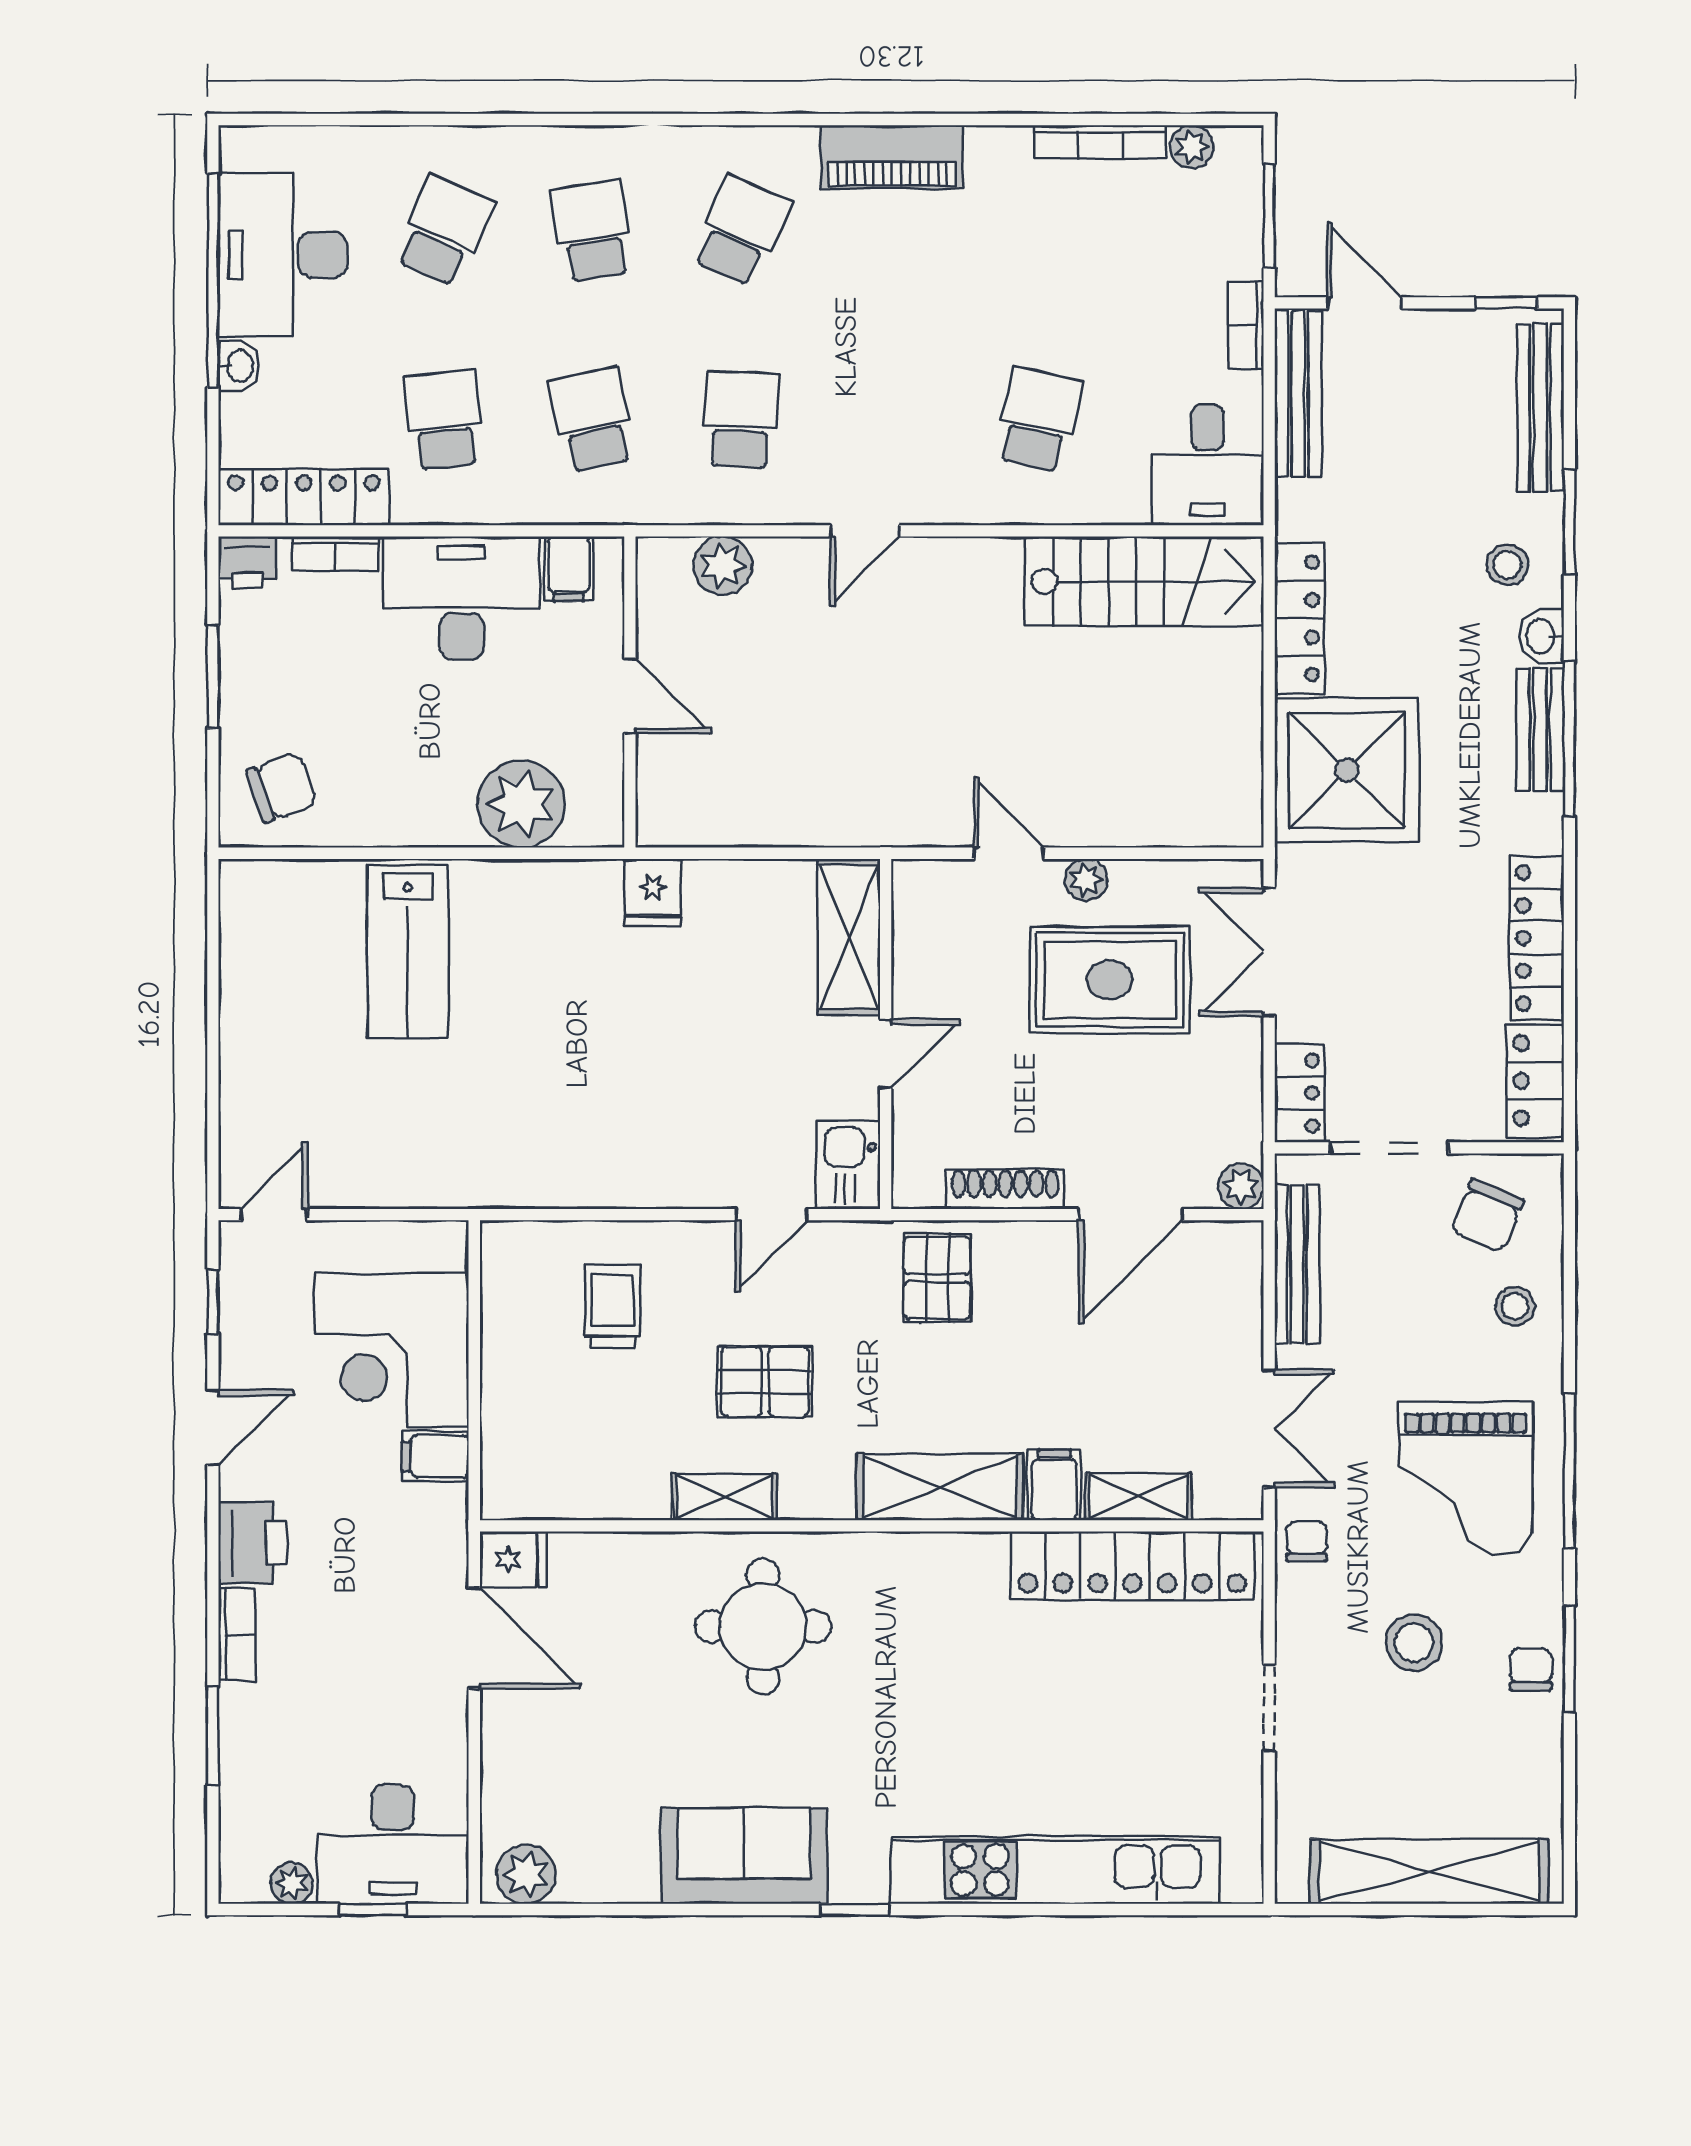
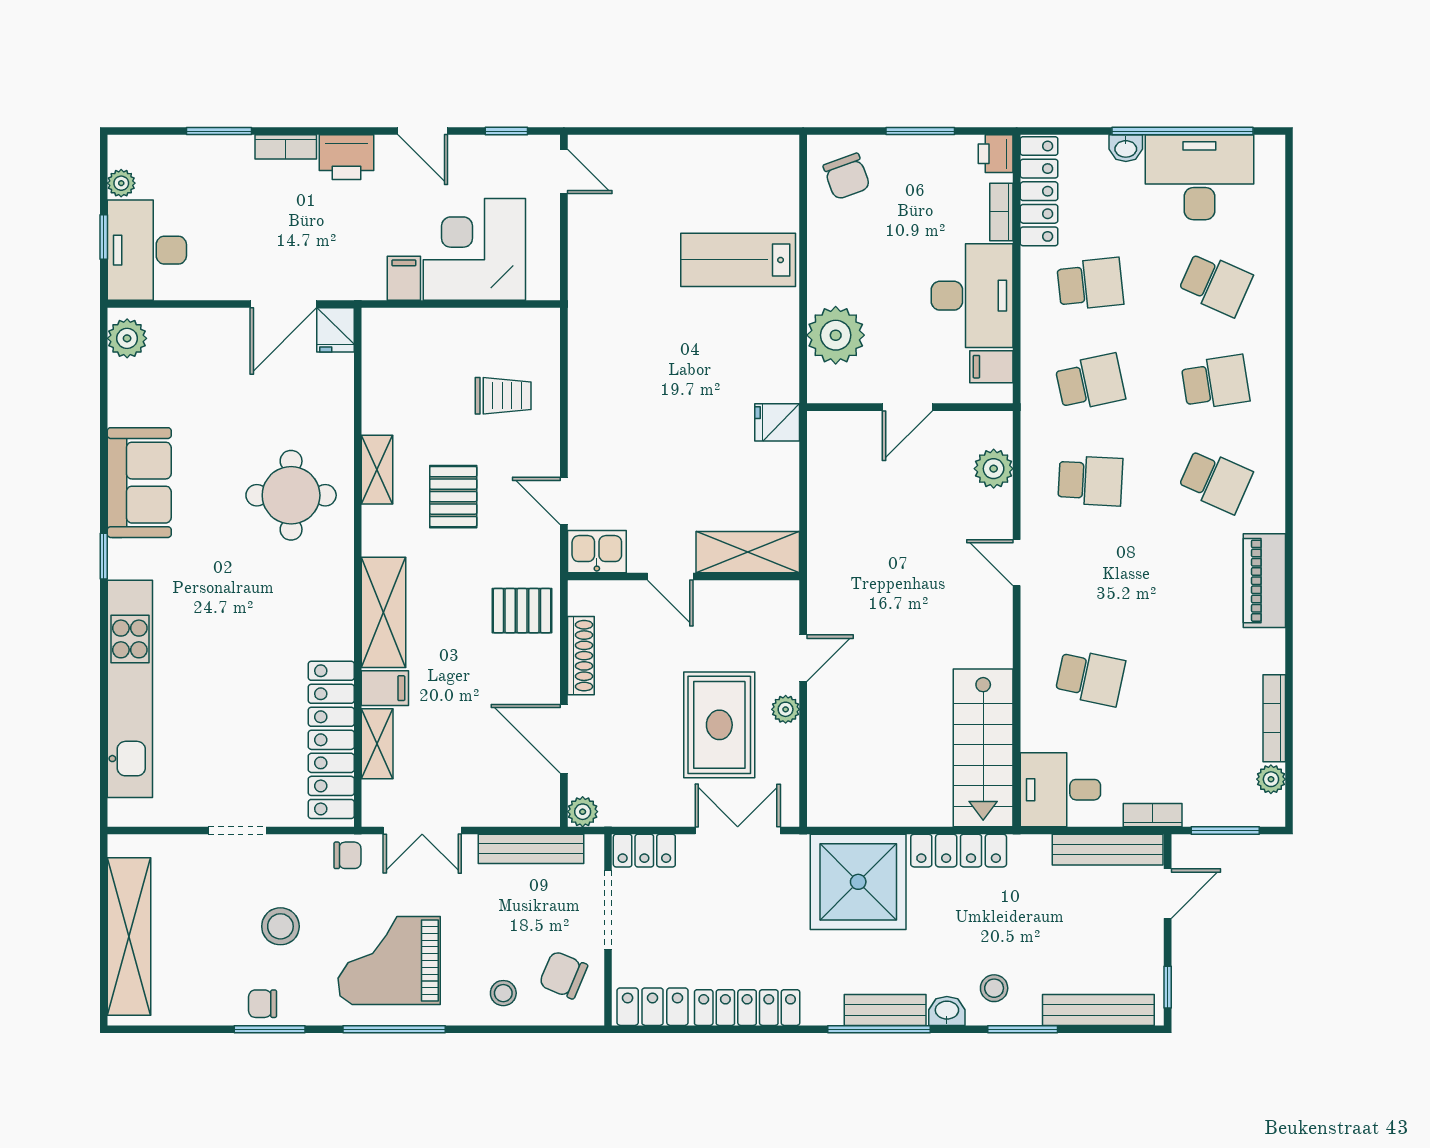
chair: (1531, 1670) -> (263, 1004), turned 180

